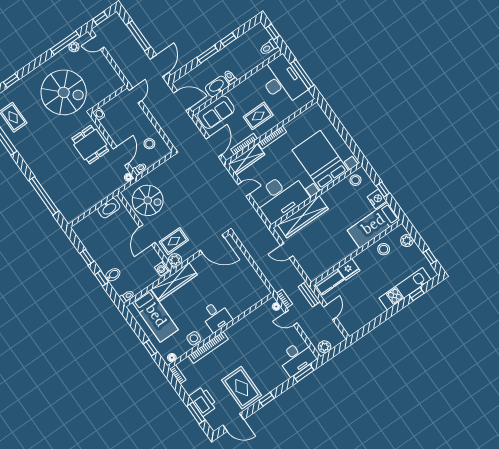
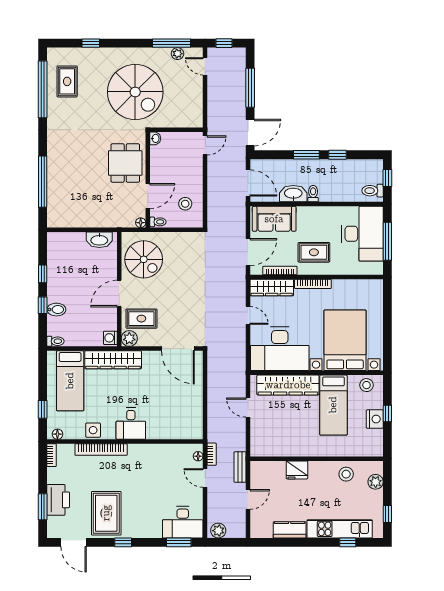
bed: (374, 225) -> (333, 405), moved, turned -90
kitchen counter: (330, 282) -> (290, 530), moved, turned 180

